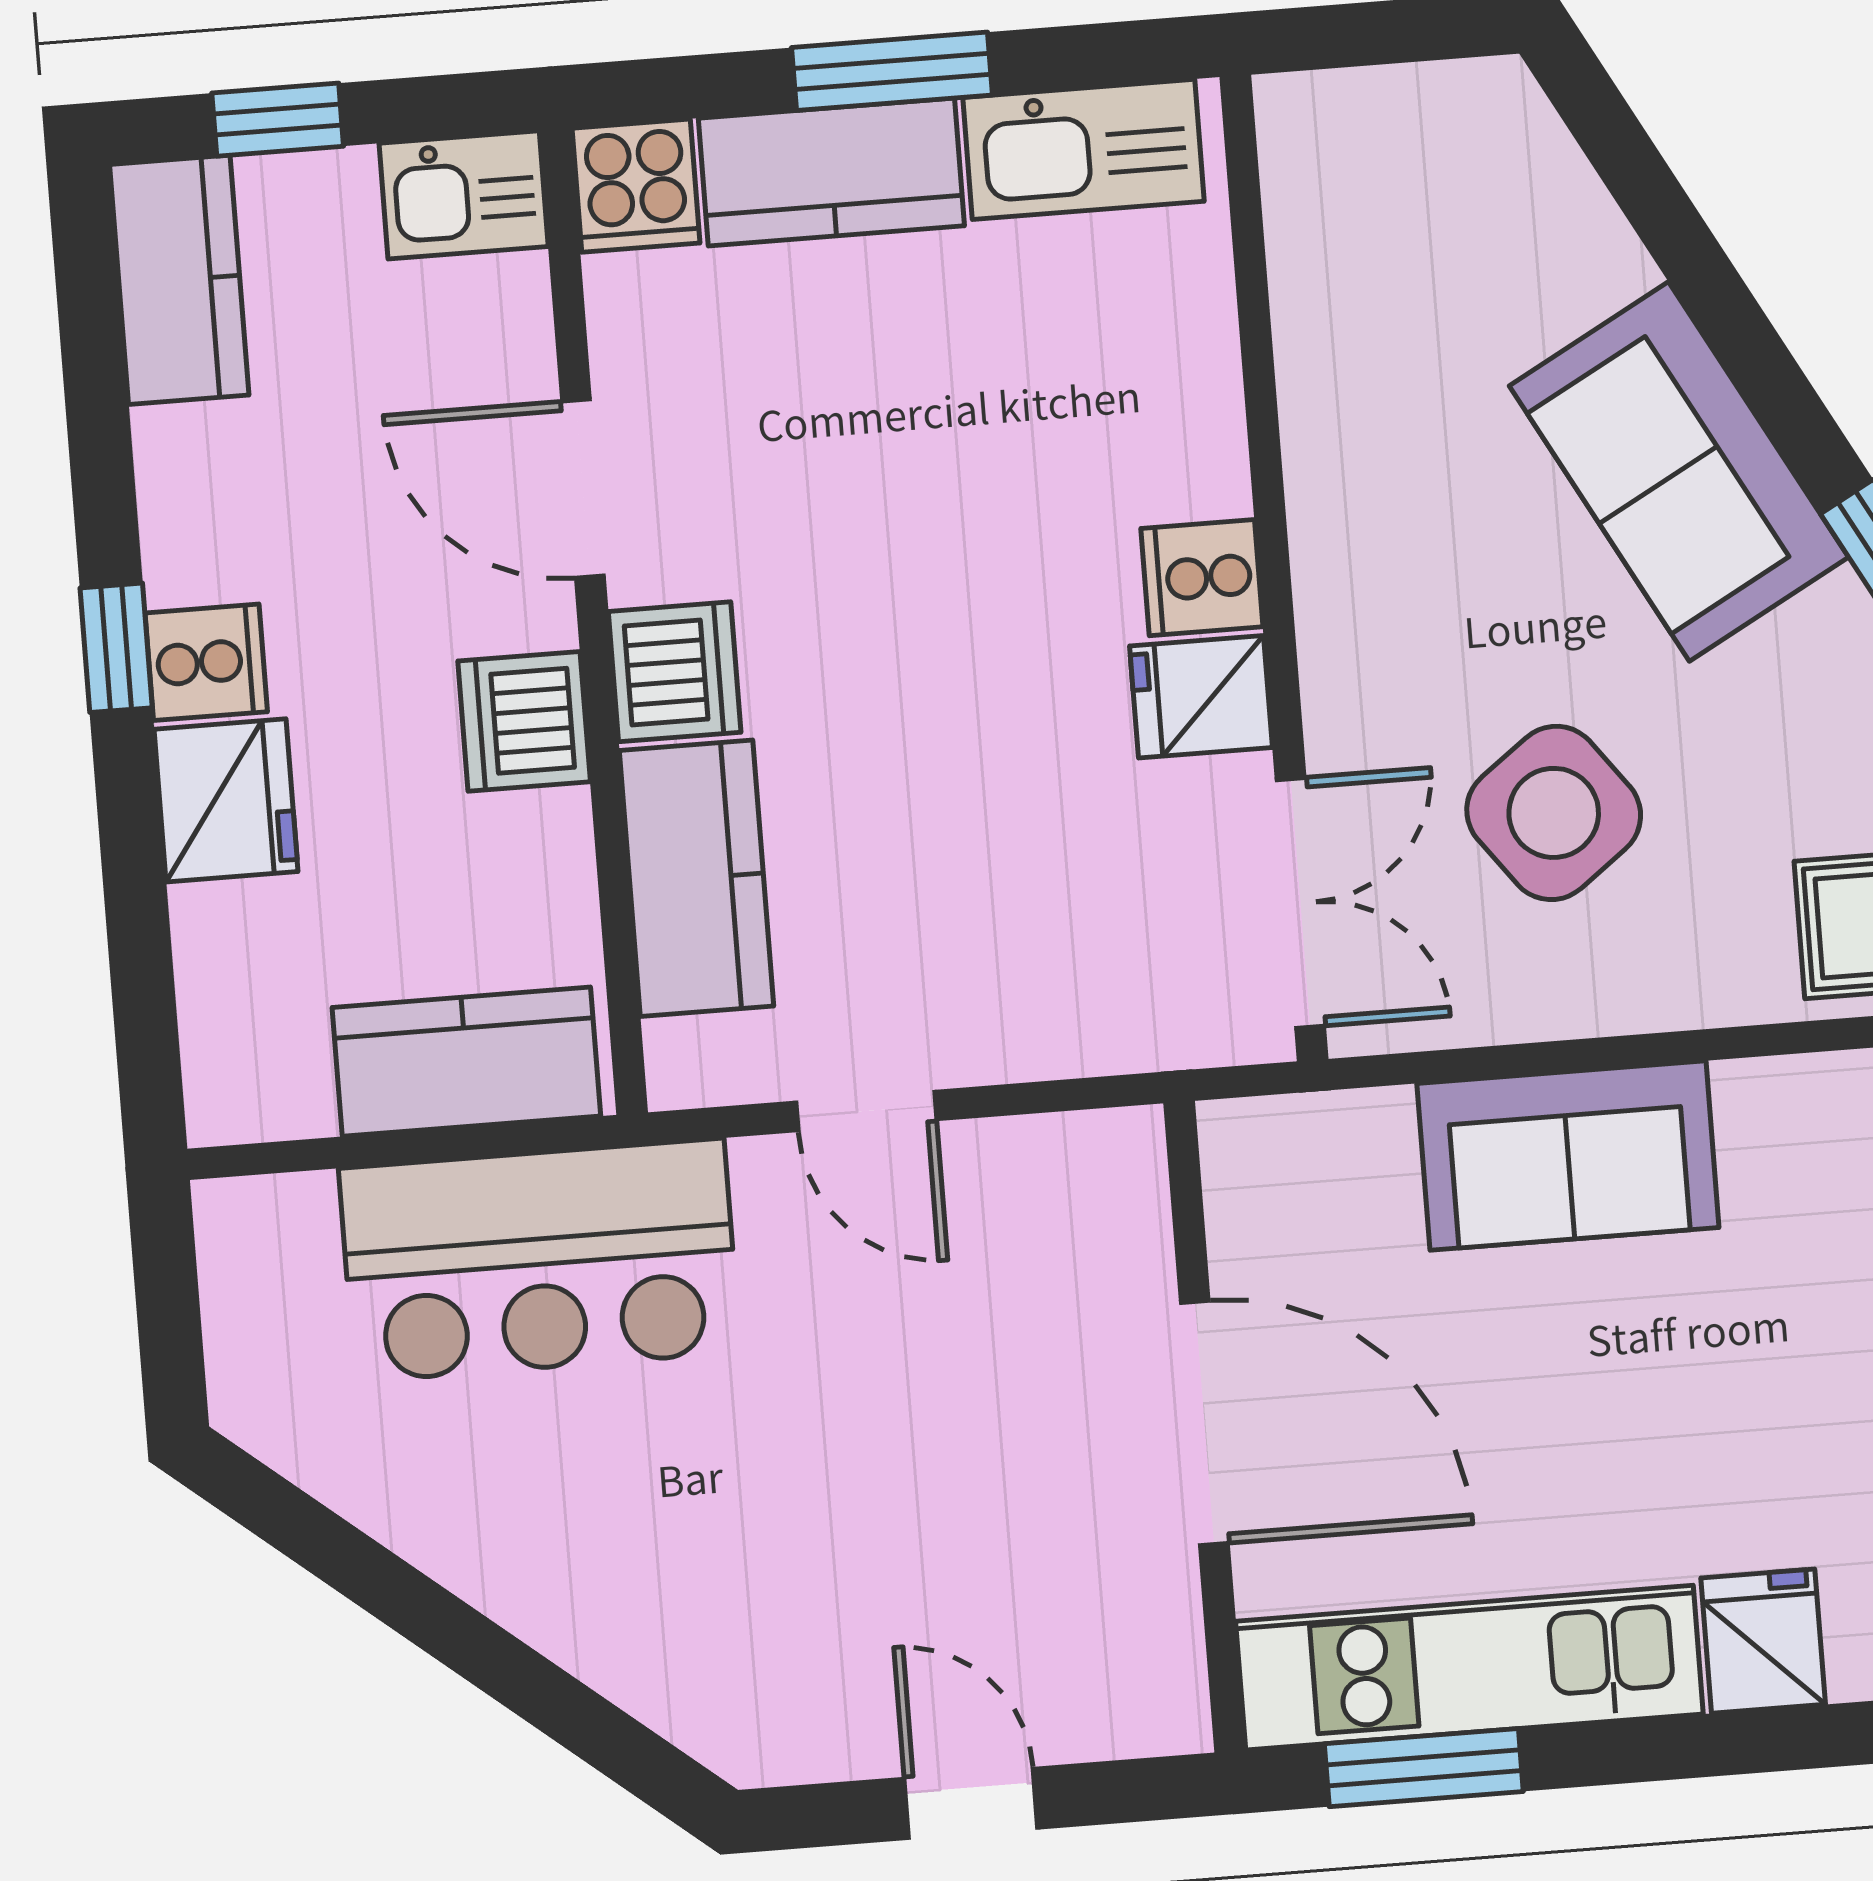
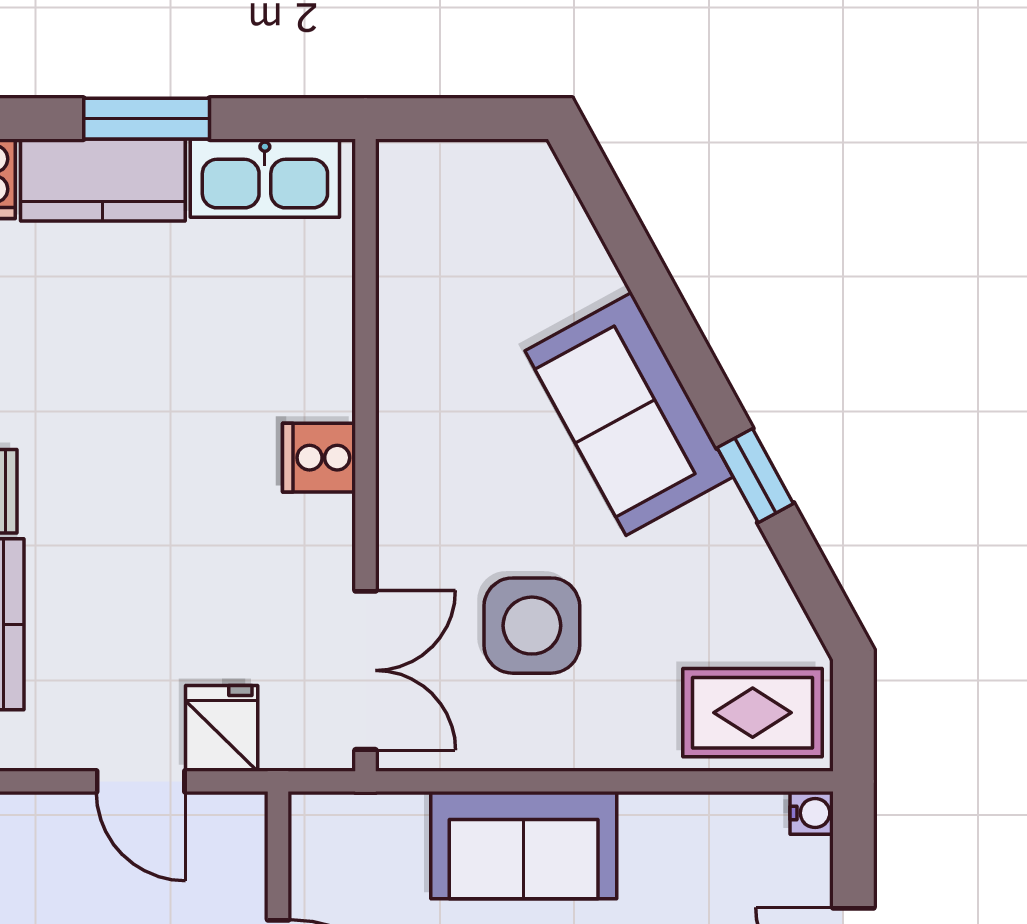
fridge: (1201, 697) -> (222, 728), moved, turned 90
side table: (1554, 813) -> (532, 626), turned 37
door: (866, 1111) -> (141, 781), moved

